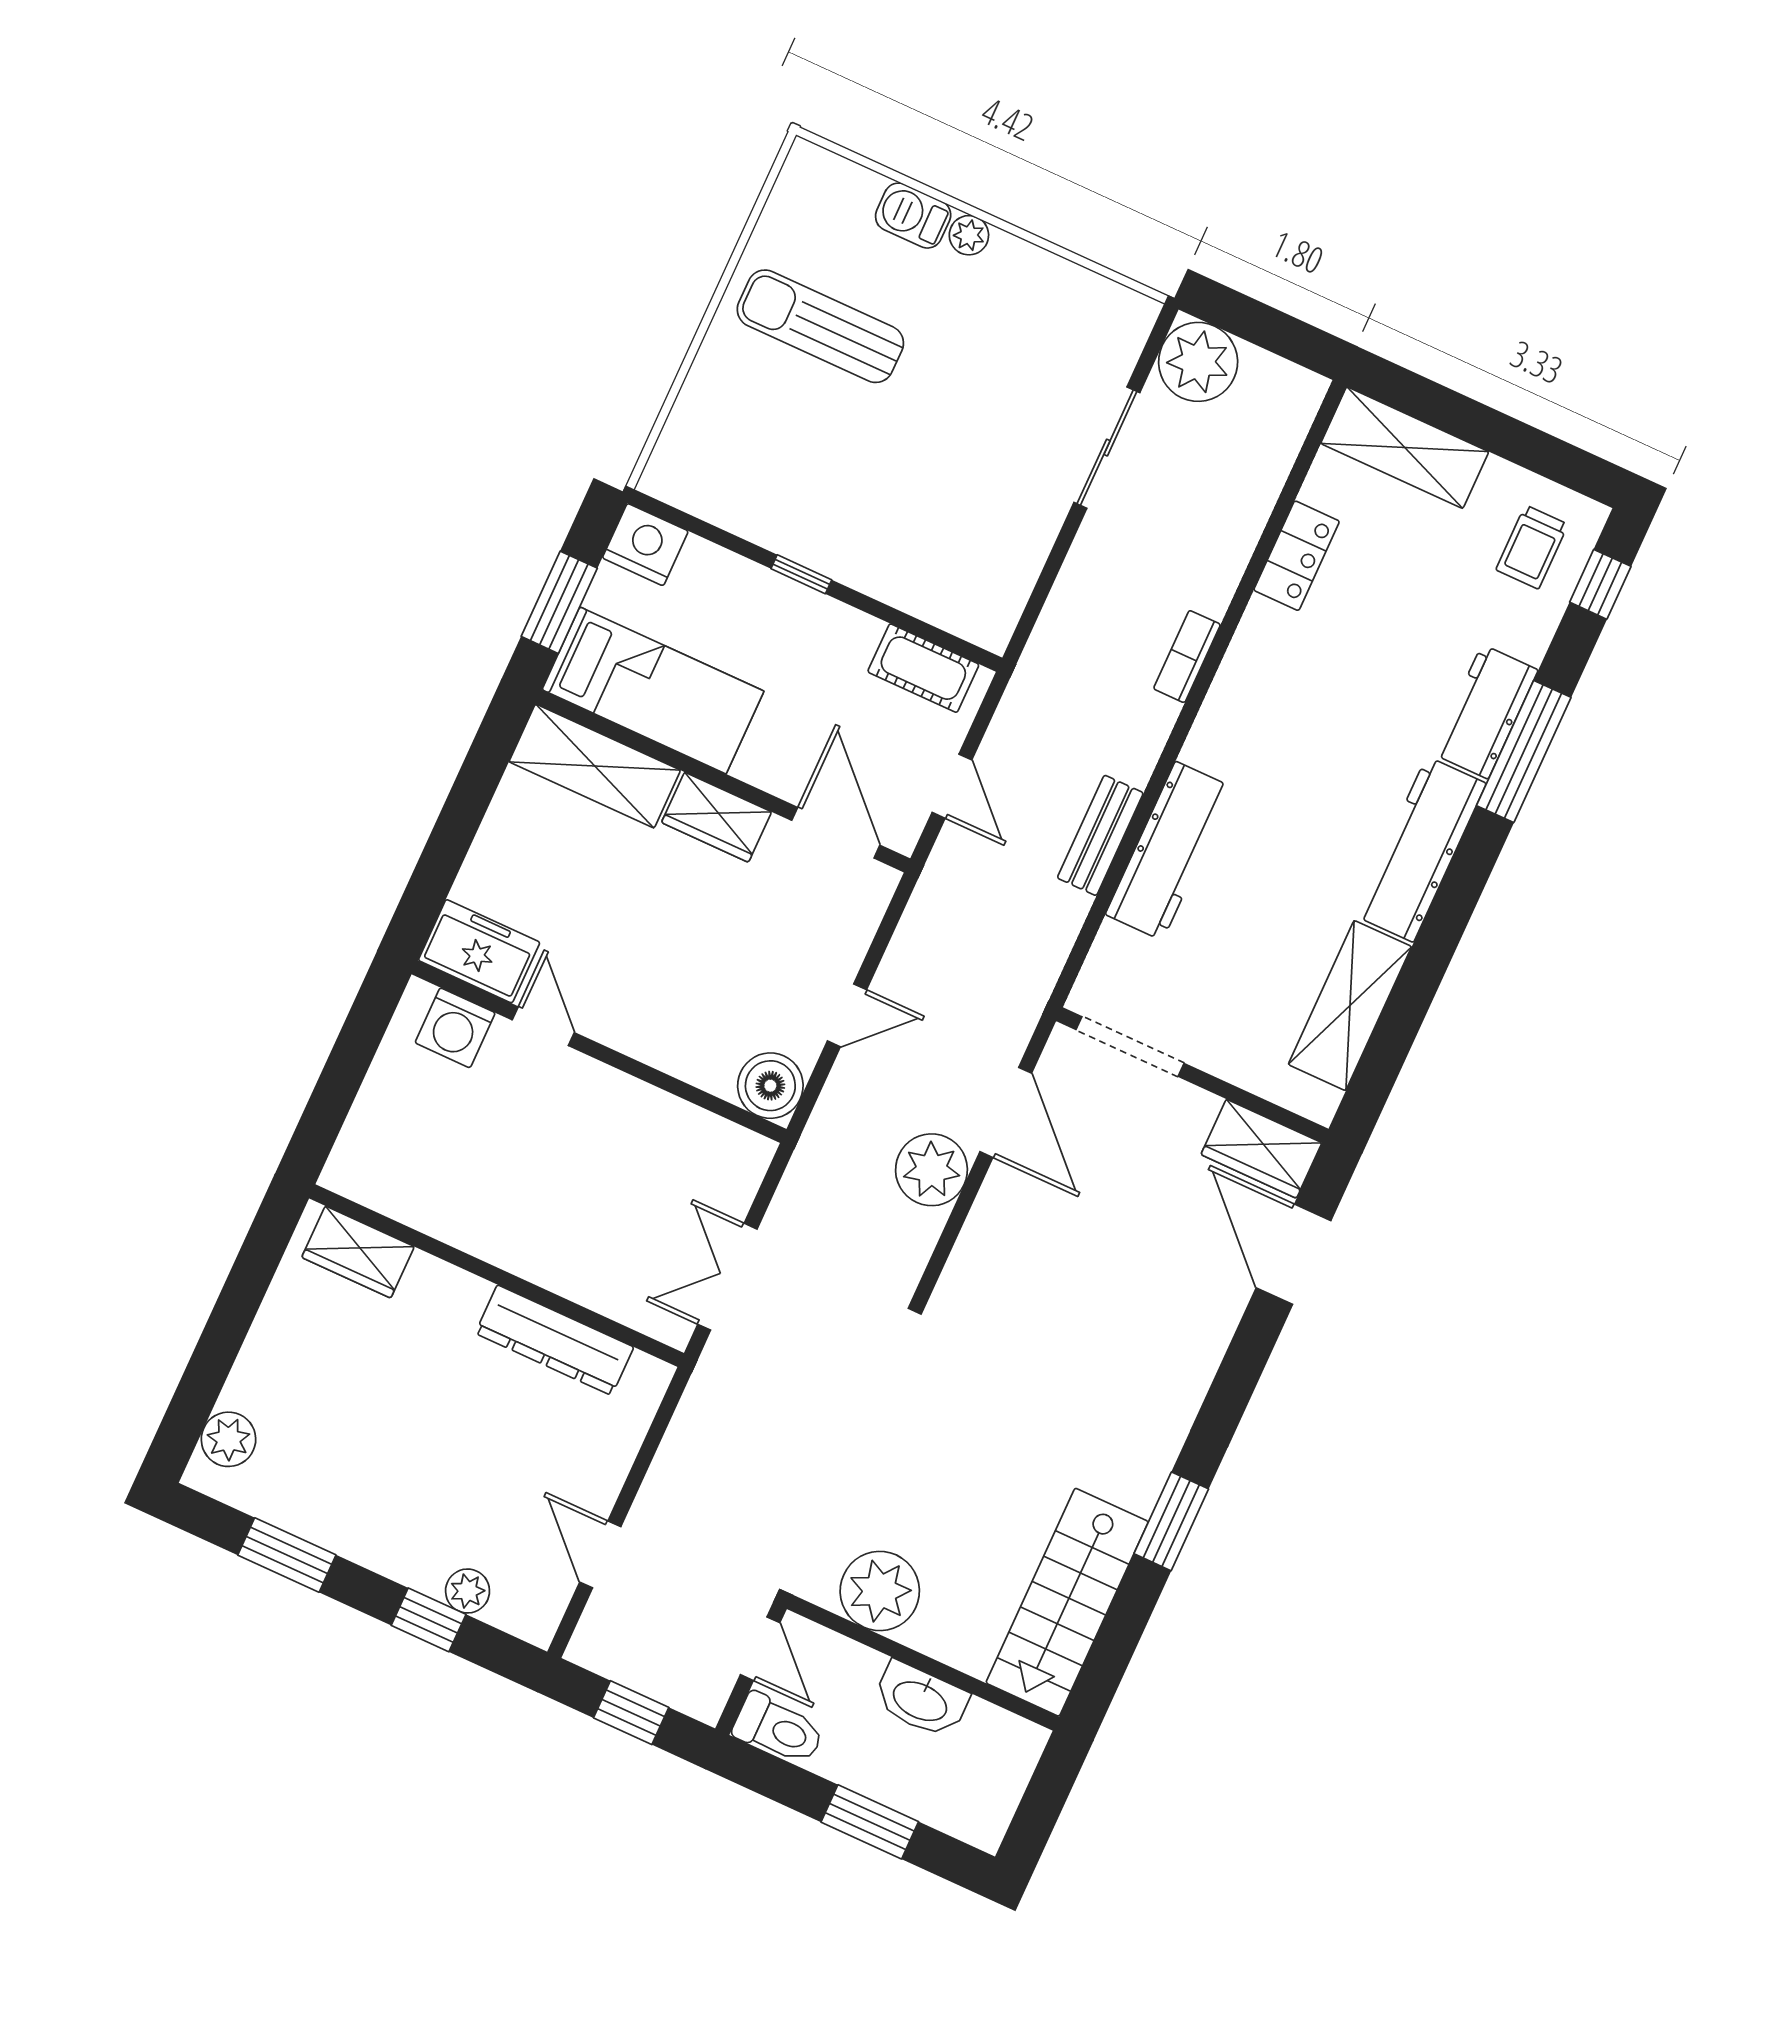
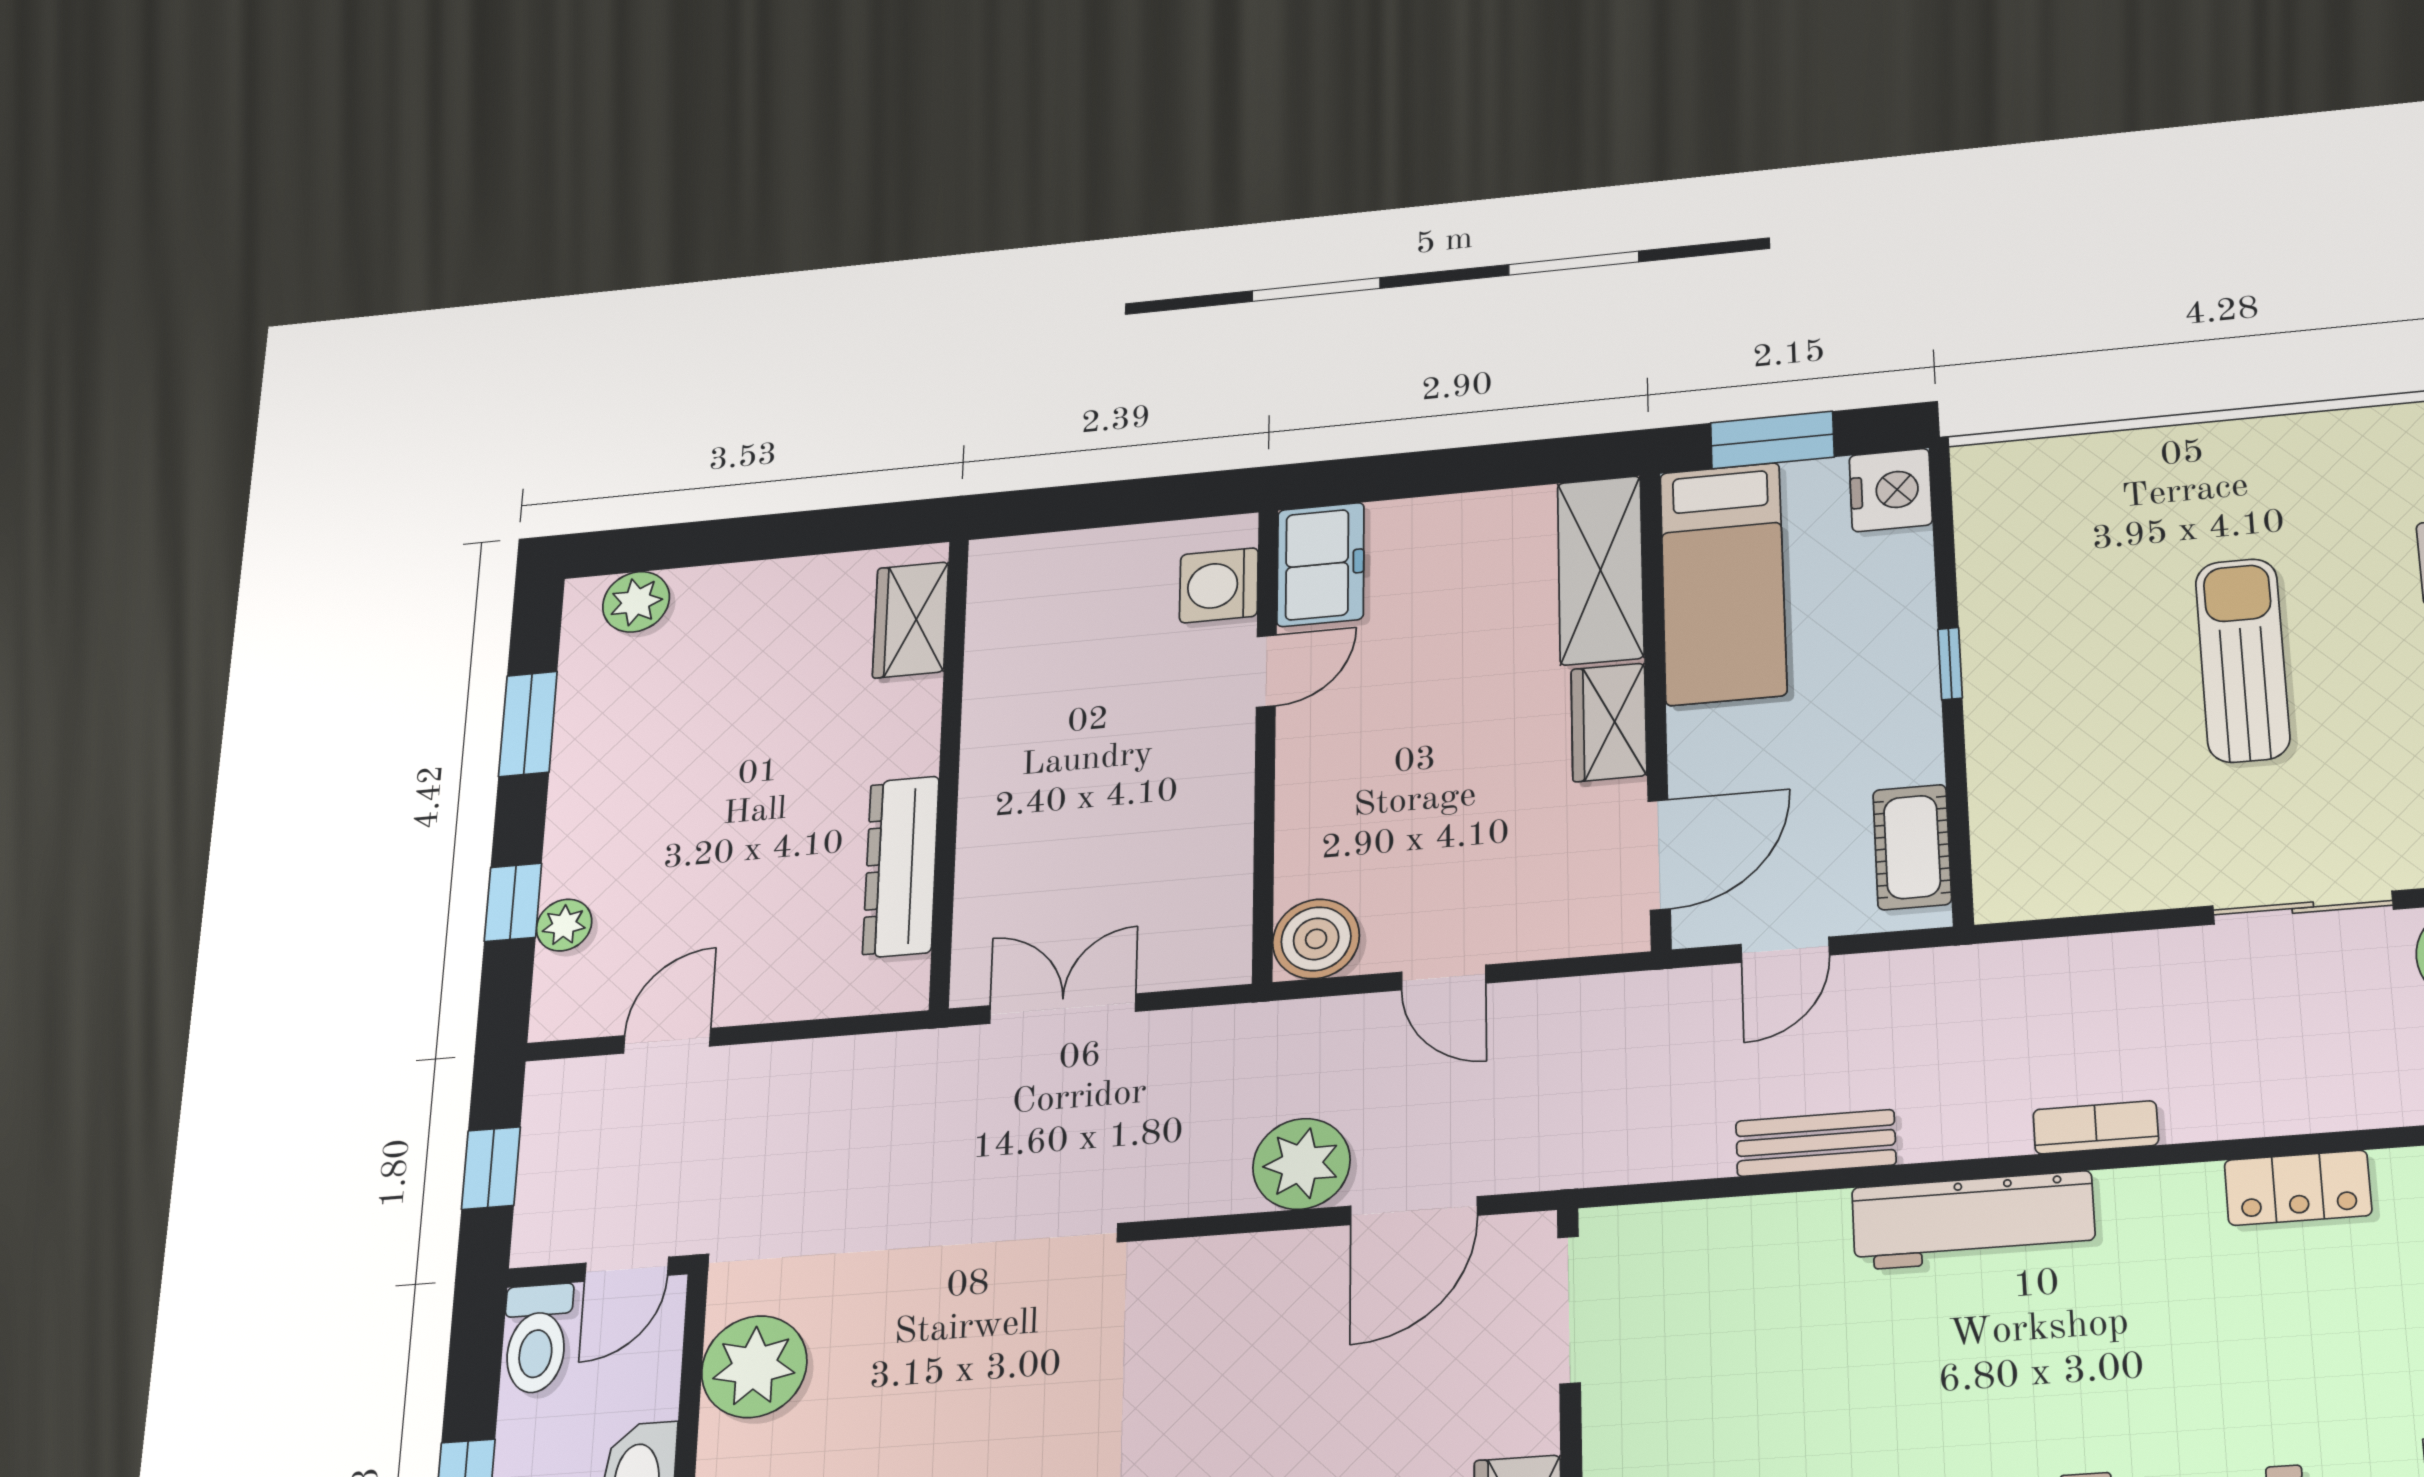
sun lounger: (820, 326) -> (2242, 660), moved
workbench: (1169, 851) -> (1973, 1220), moved

